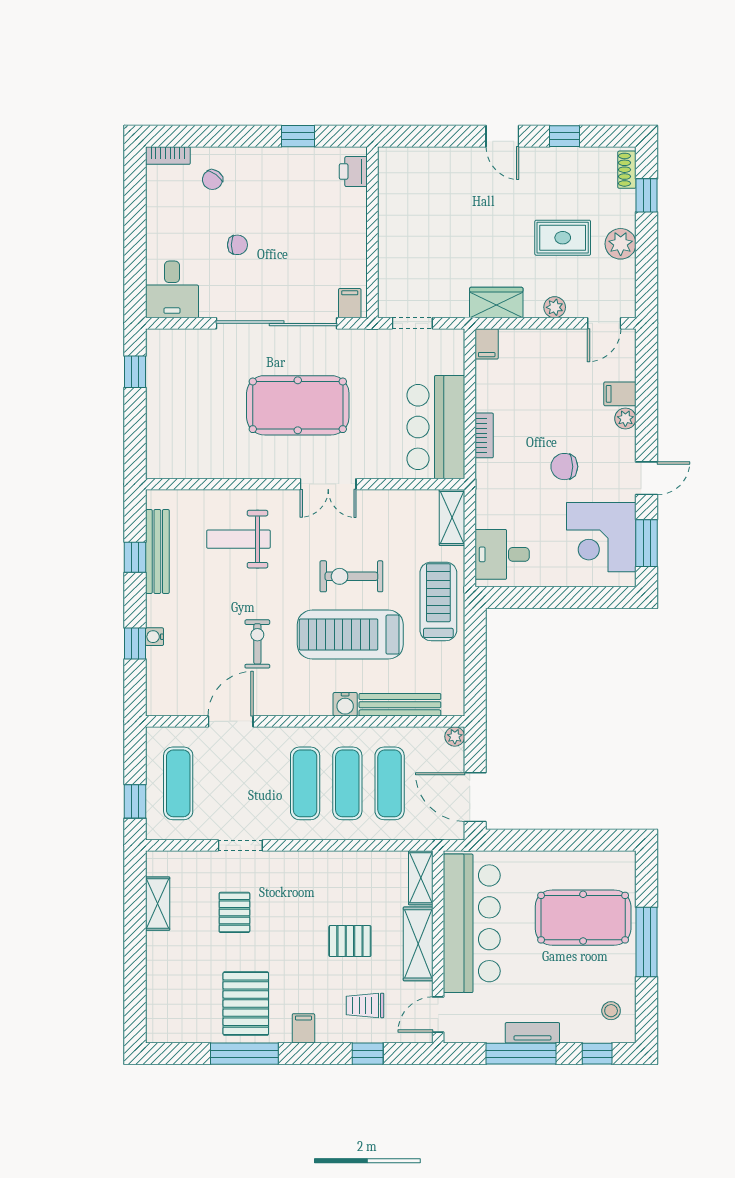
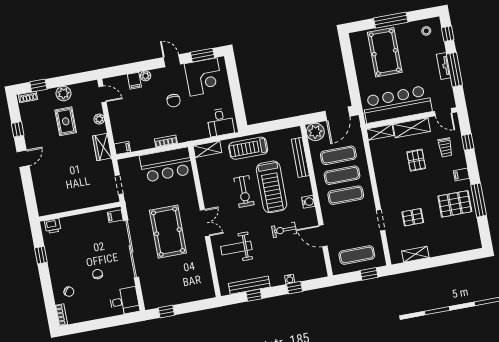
double door: (328, 484) -> (205, 223), moved
weight bench: (238, 539) -> (236, 248), turned 90
water cooler: (345, 704) -> (308, 202), moved
plant: (455, 736) -> (315, 132), width x1.88, depth x1.88

